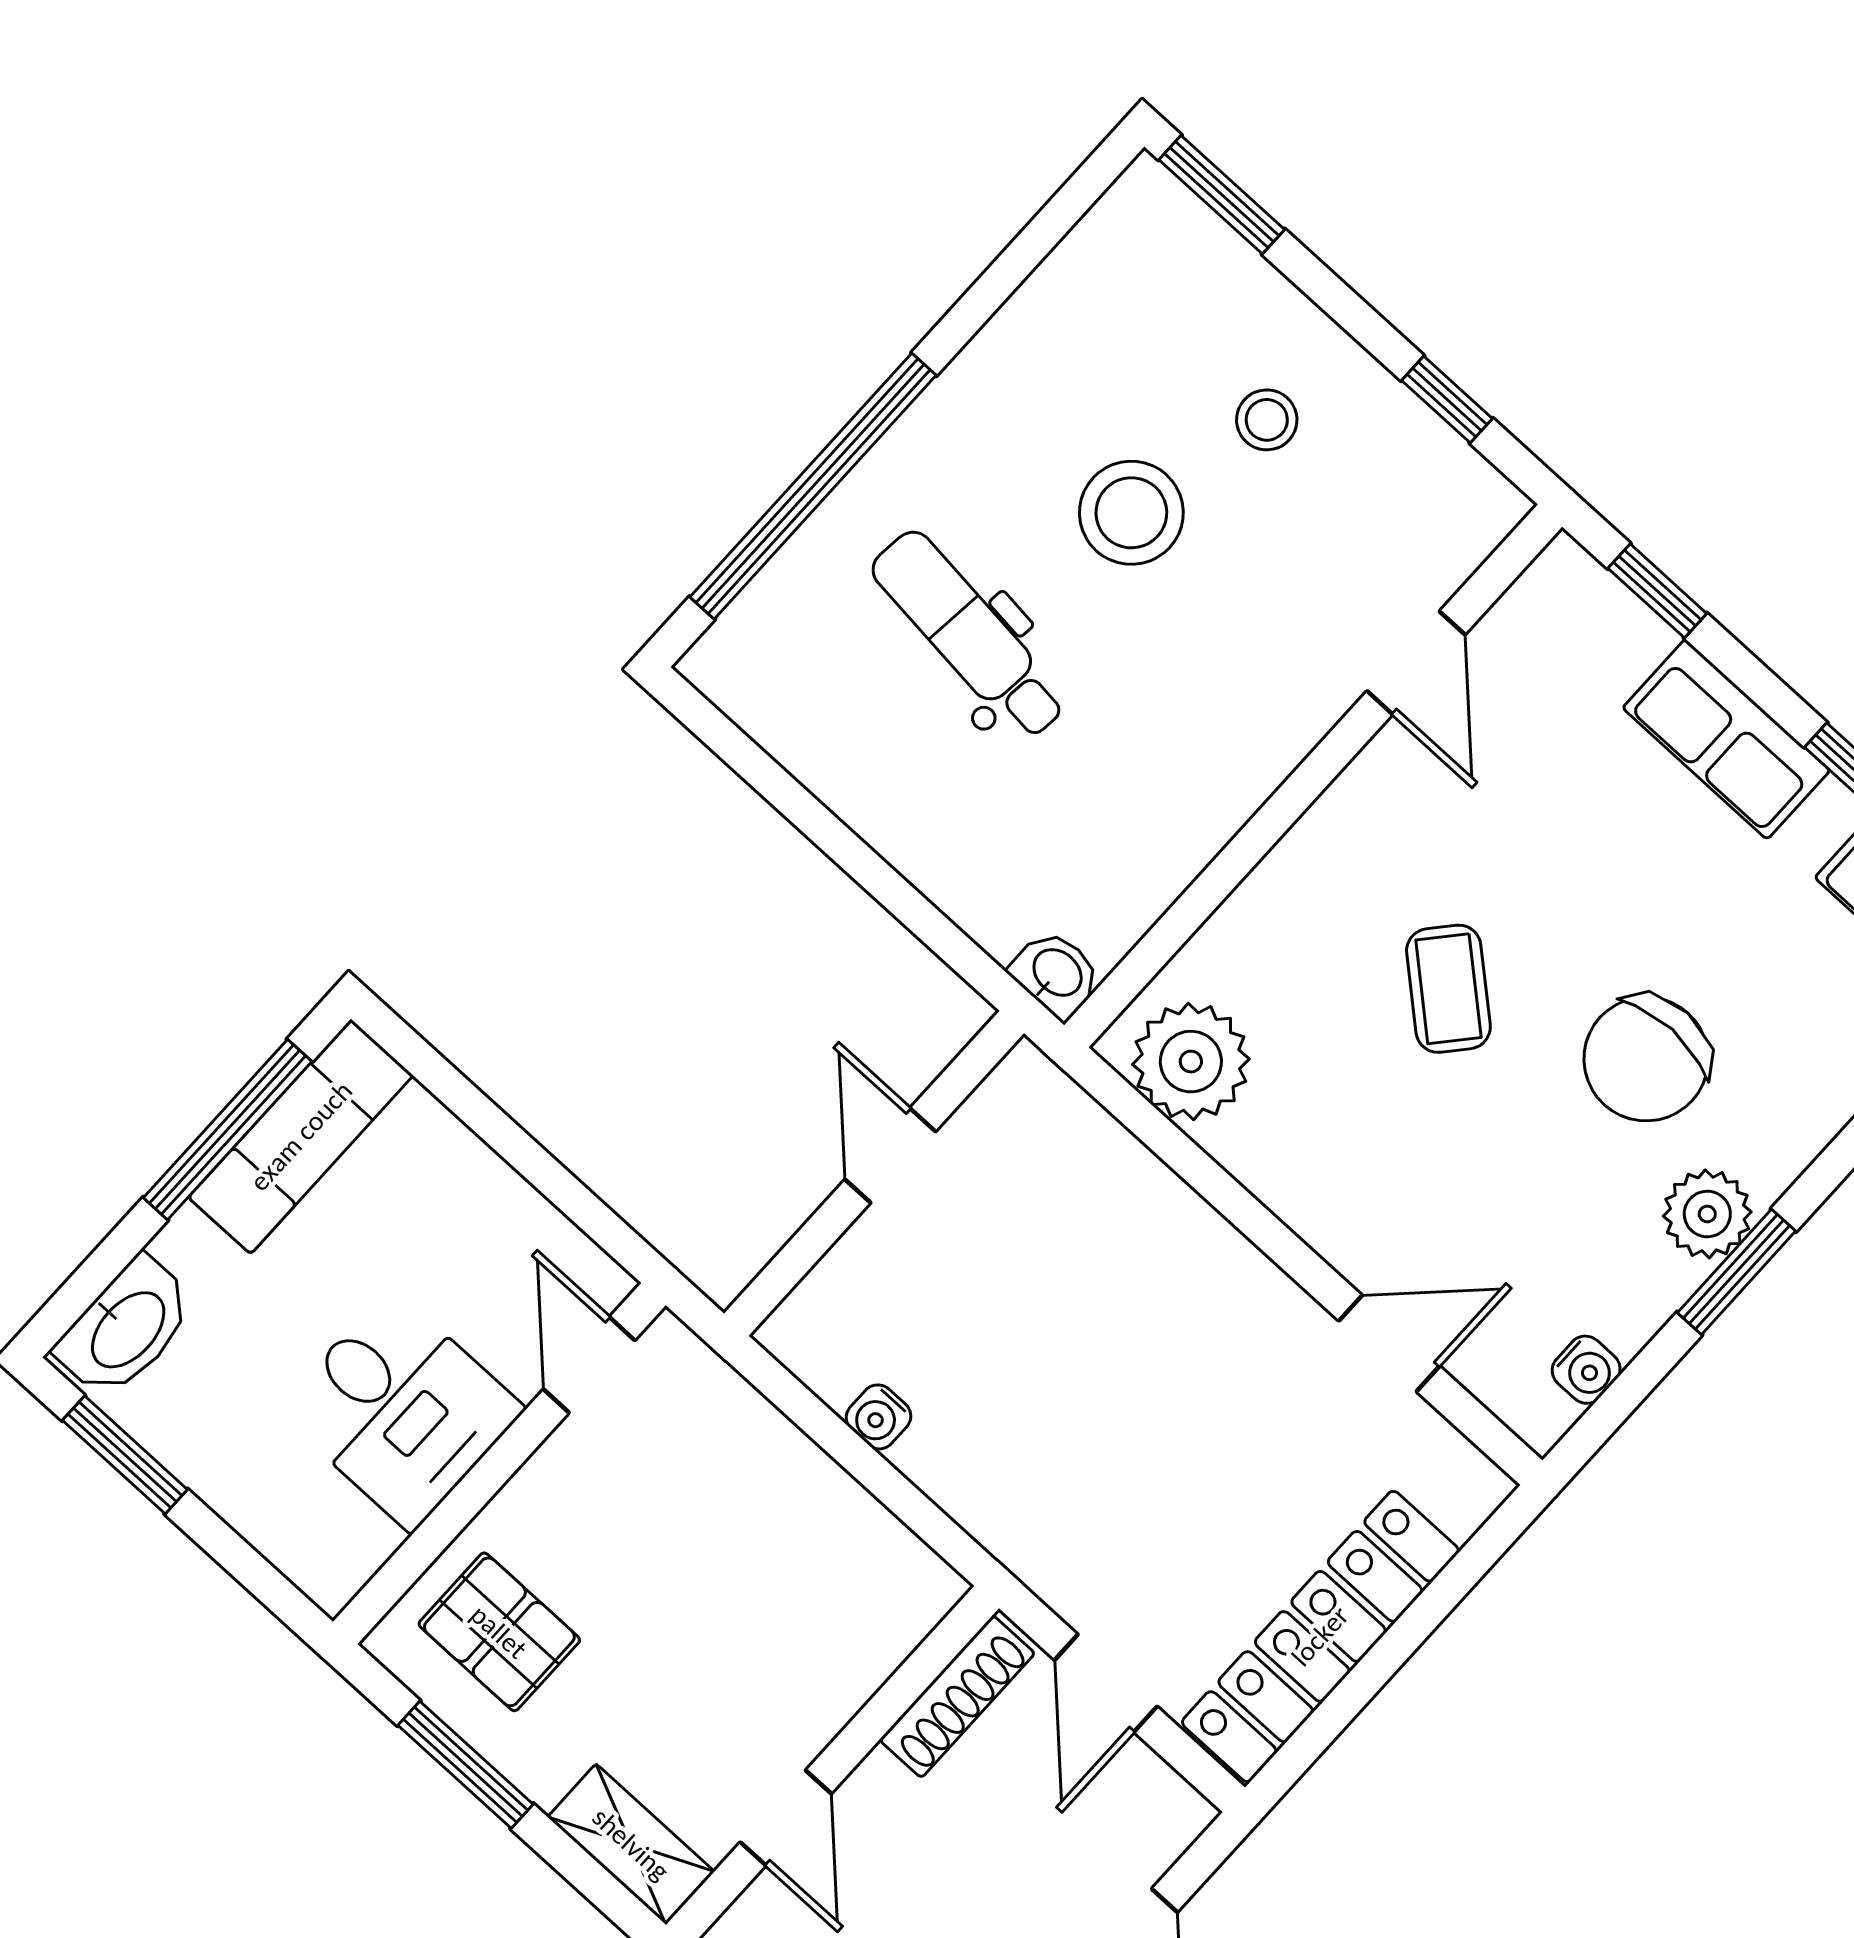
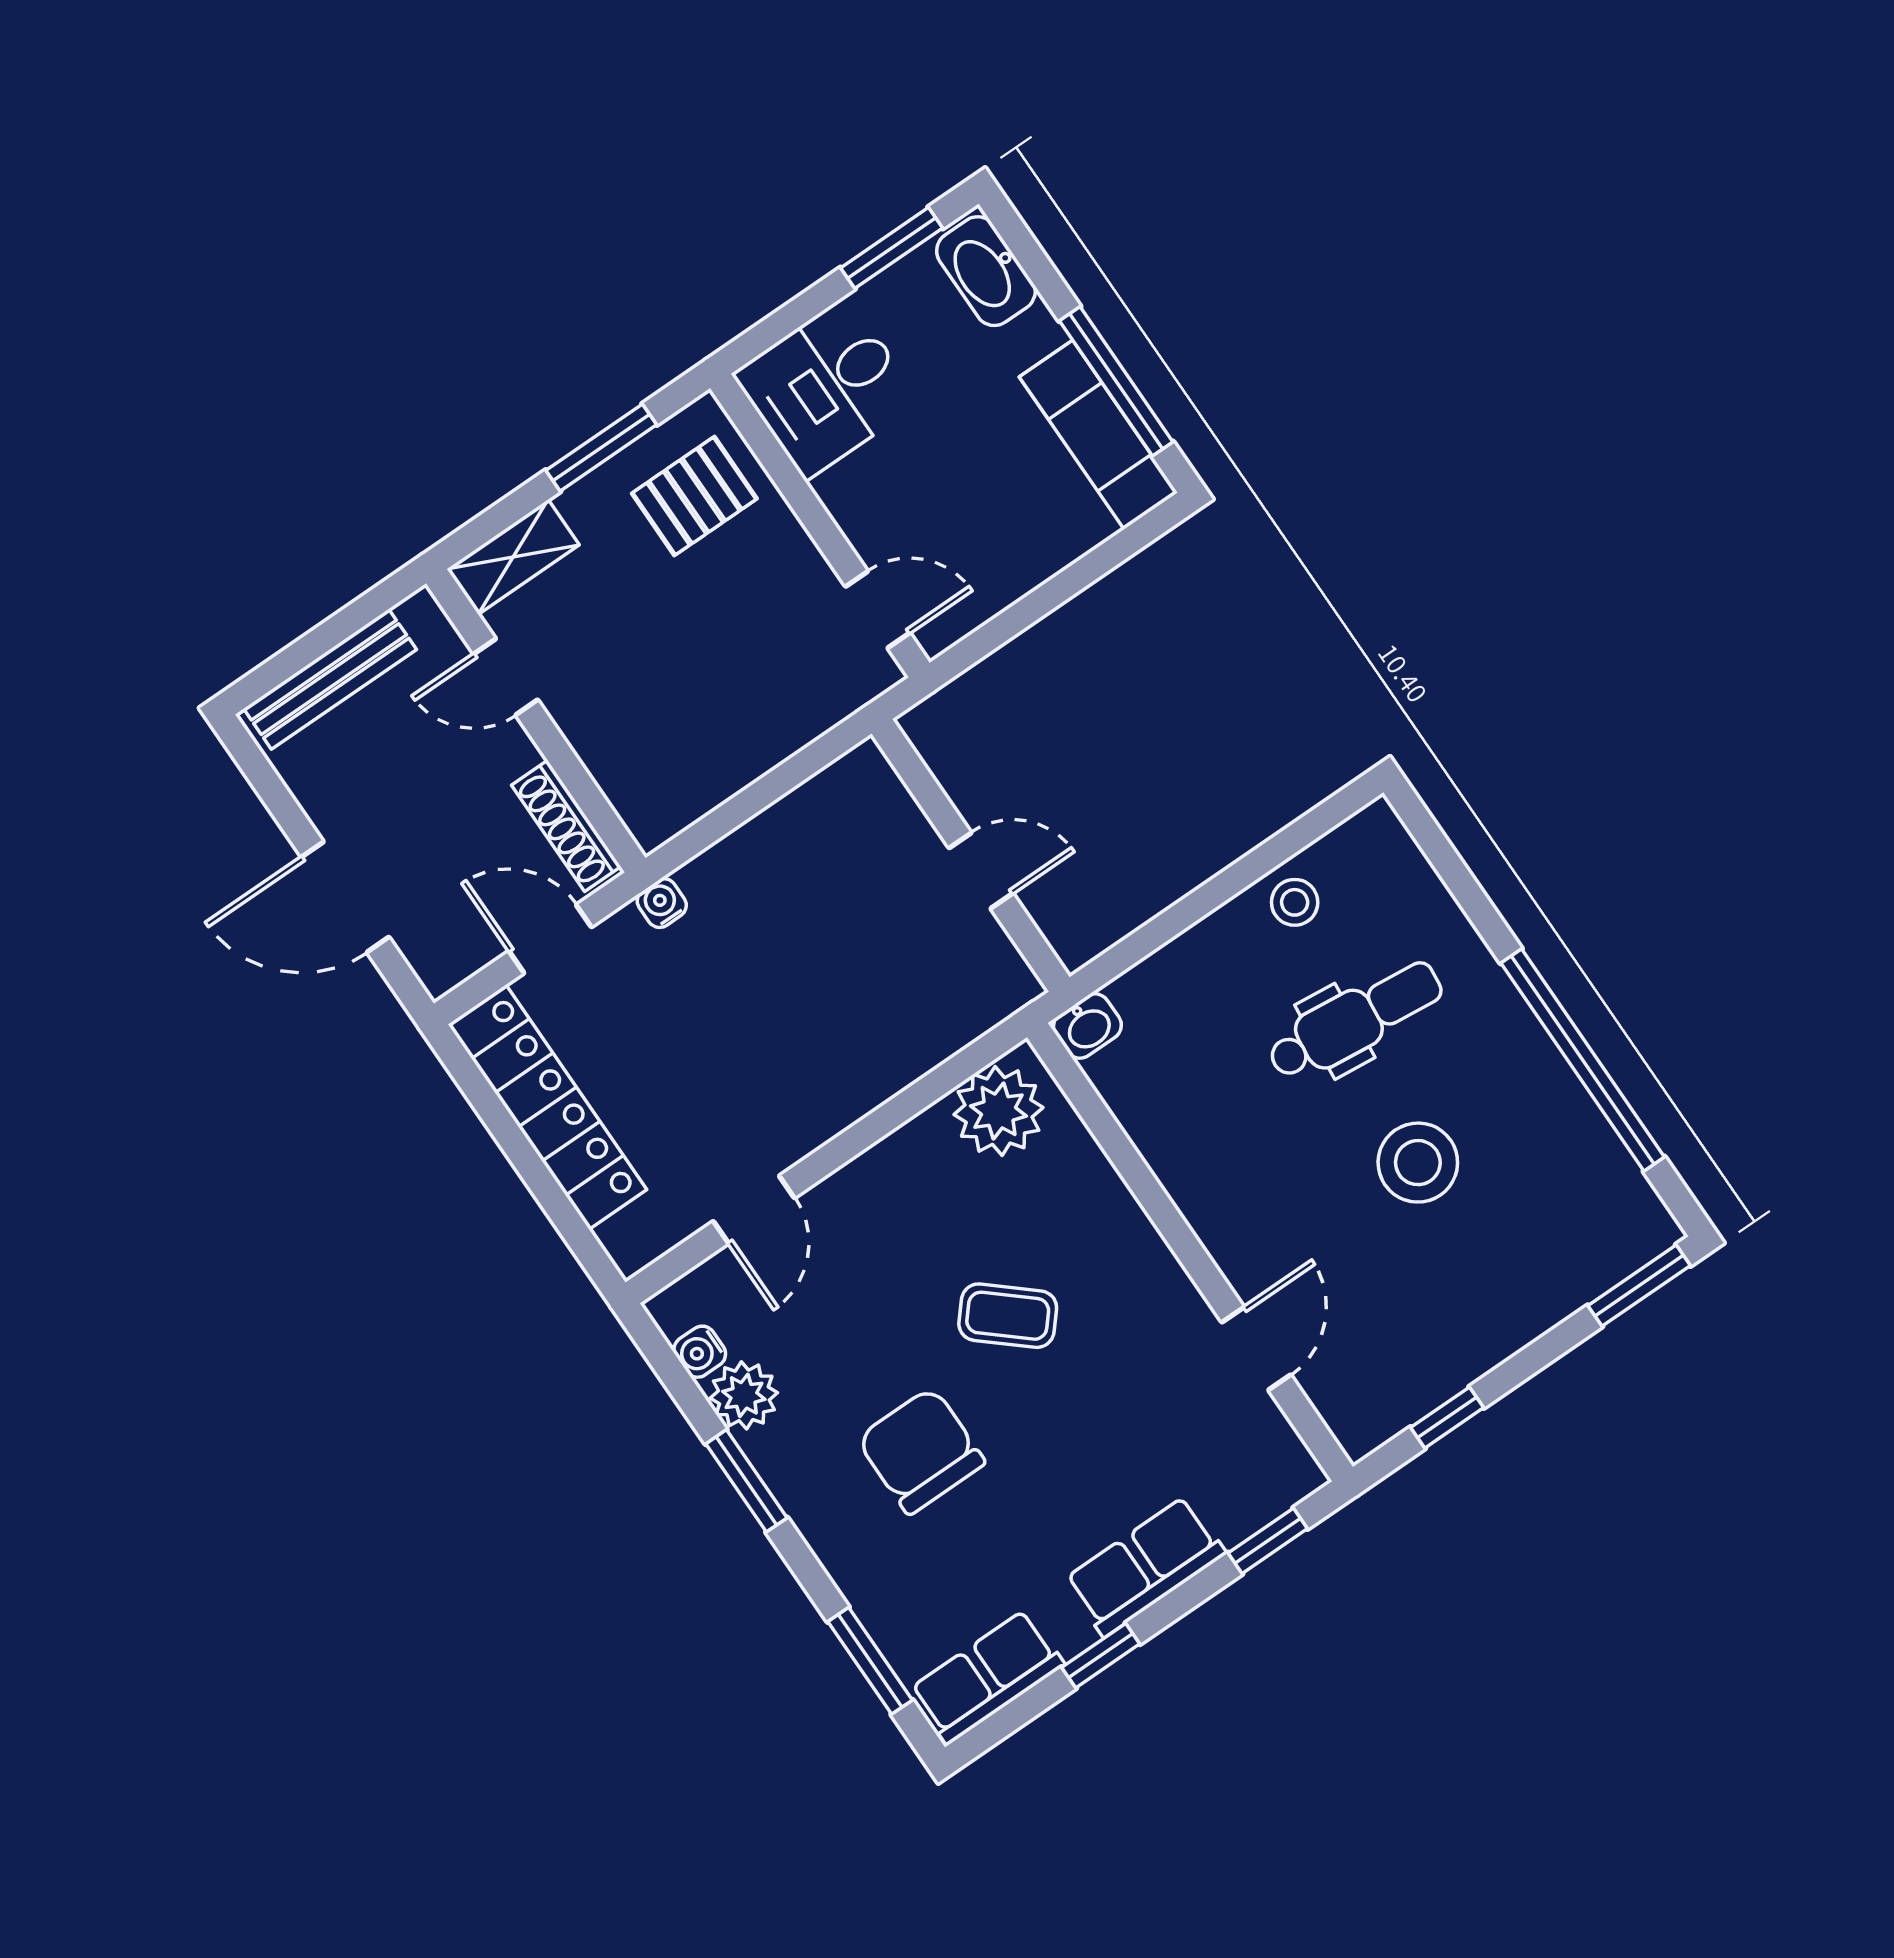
stool: (1267, 420) -> (1295, 902), moved
window: (813, 486) -> (1583, 1060), moved
door: (1416, 663) -> (1256, 1349), swing flipped
plant: (1707, 1214) -> (744, 1395), moved
desk: (401, 1410) -> (827, 388), moved
water cooler: (878, 1417) -> (662, 903), moved

